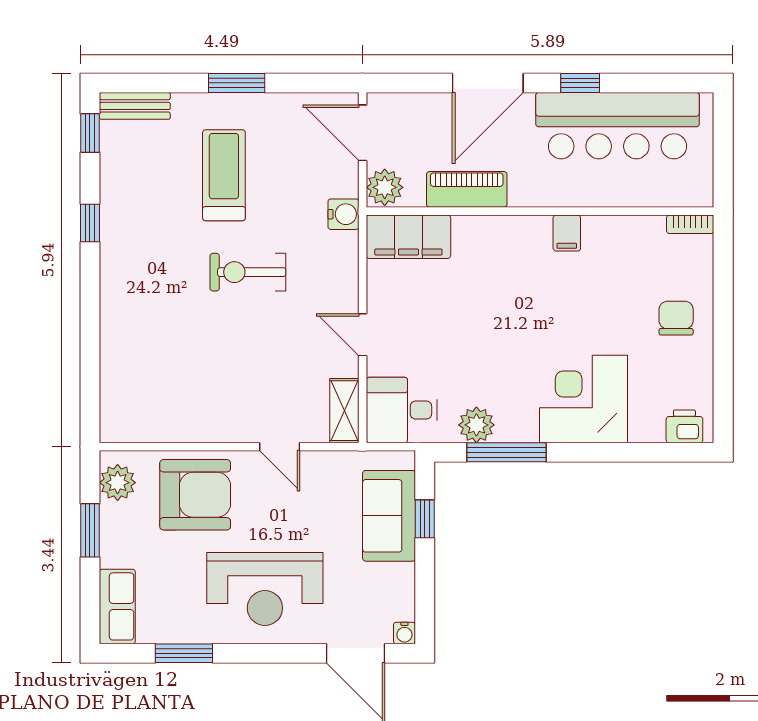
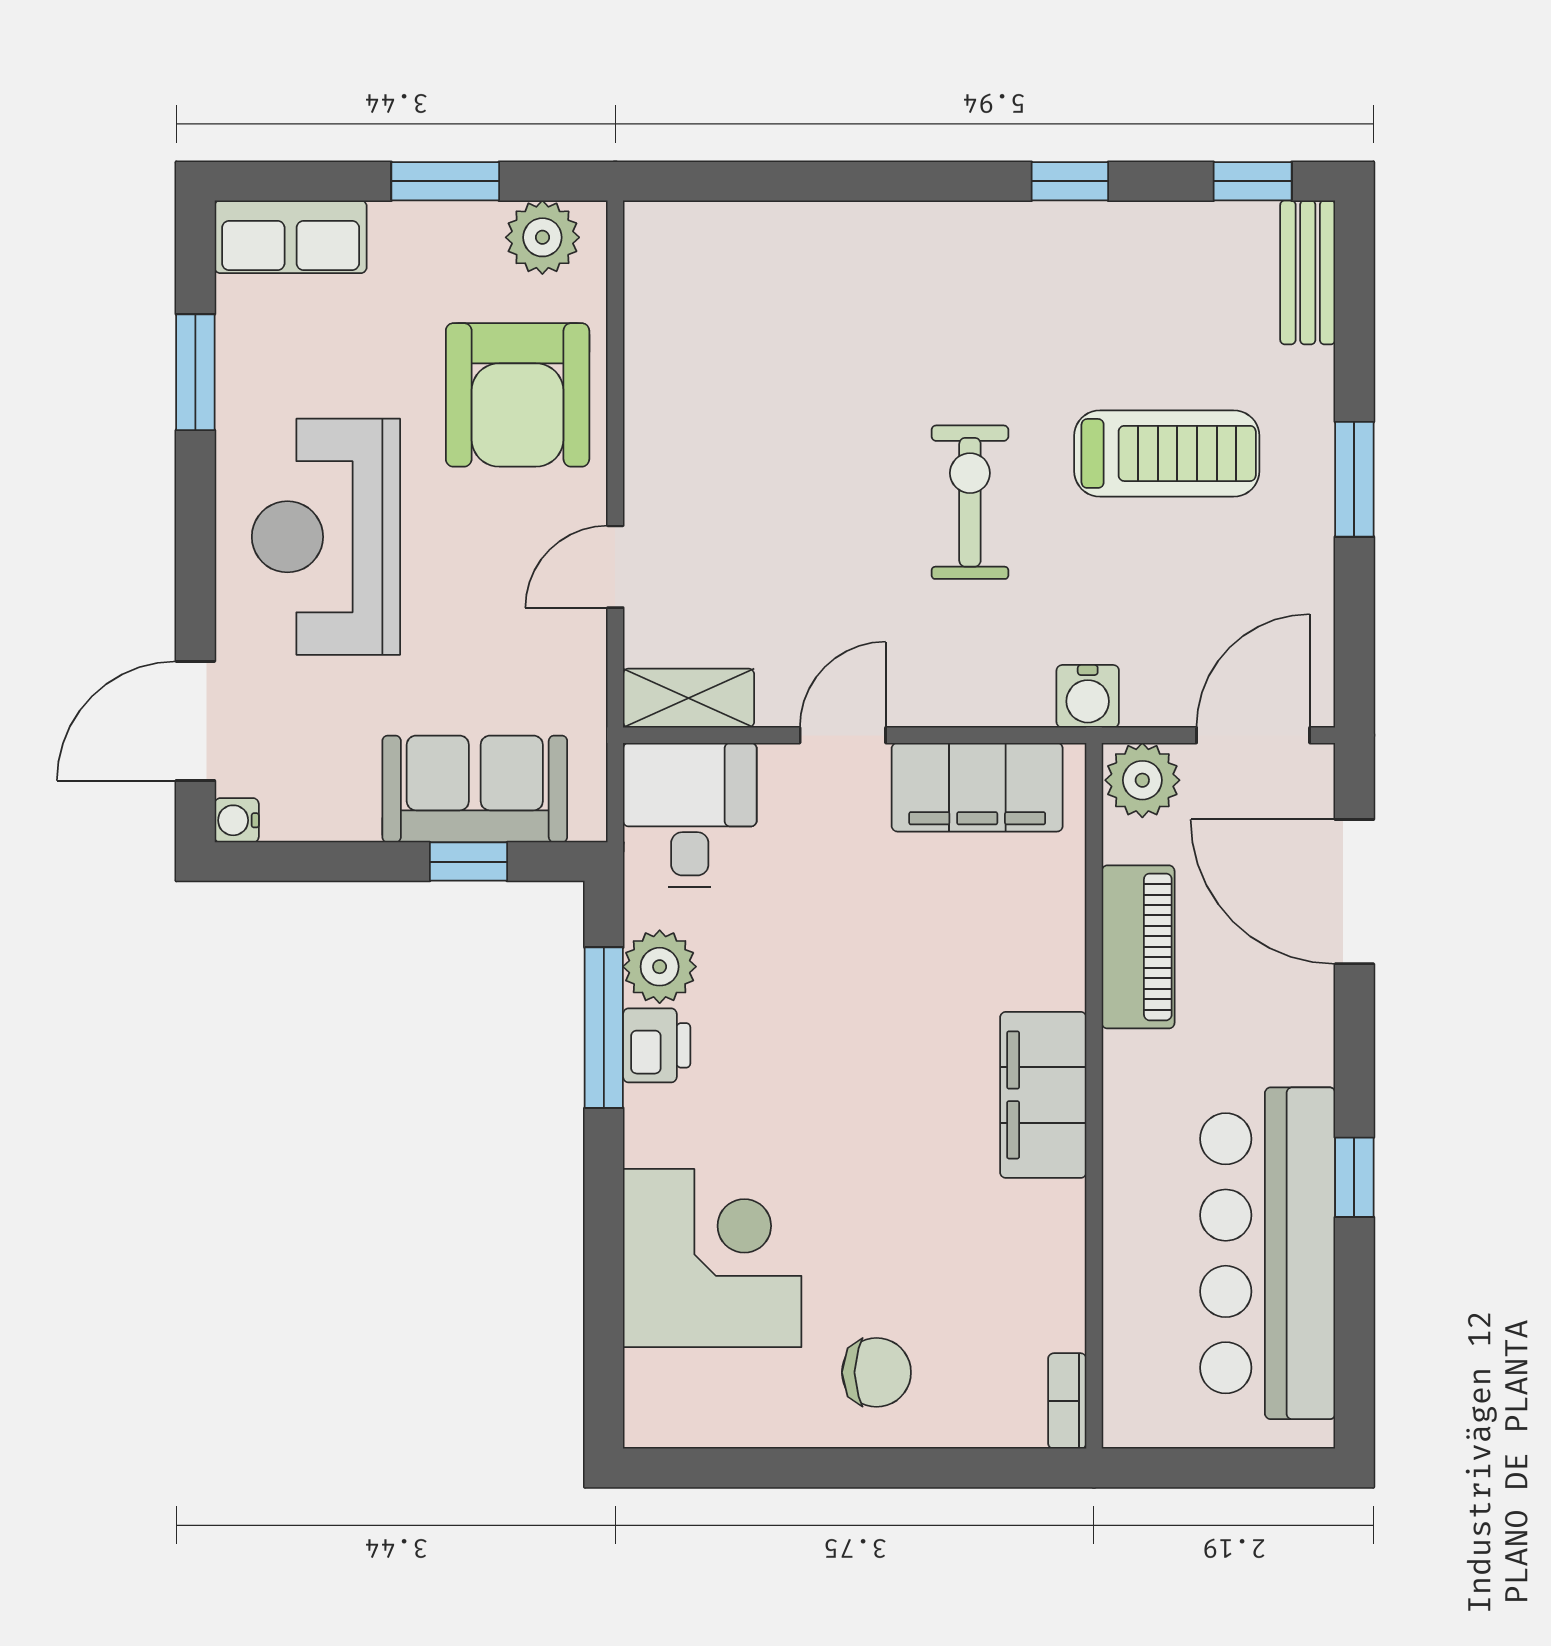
door: (488, 83) -> (1354, 892), moved
filing cabinet: (567, 233) -> (1043, 1095), width x3.00, depth x1.17
filing cabinet: (408, 237) -> (977, 787), moved, turned -90
corner desk: (584, 399) -> (712, 1258), moved
printer: (684, 426) -> (657, 1045), moved

